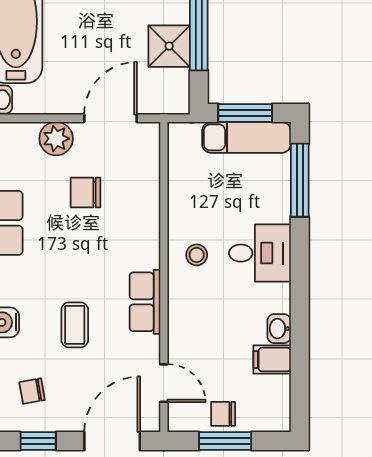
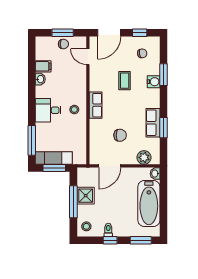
plant: (56, 139) -> (144, 157), moved
row of seats: (145, 302) -> (96, 105), moved

